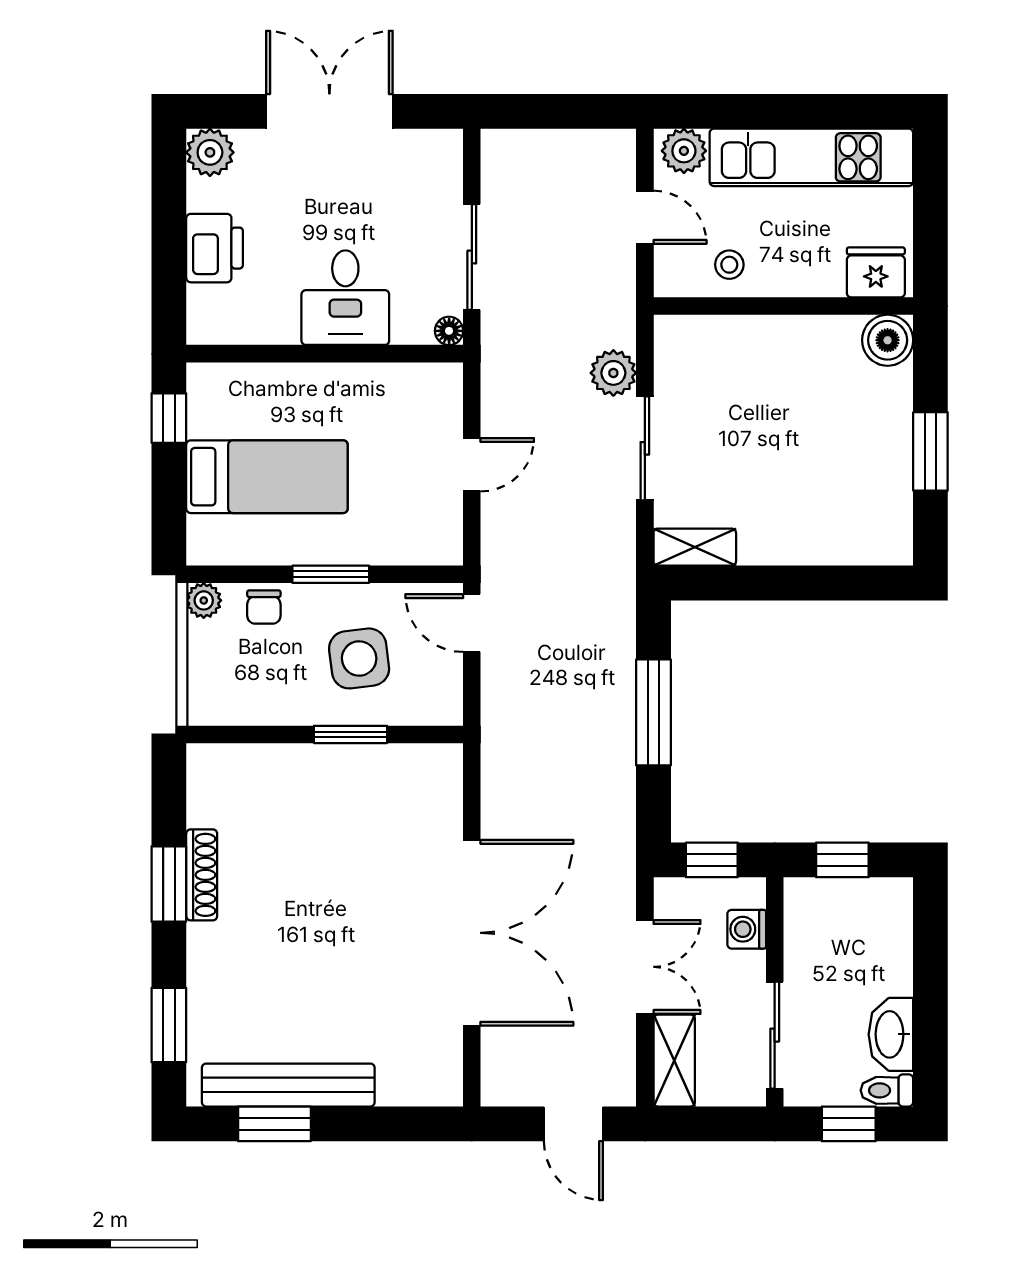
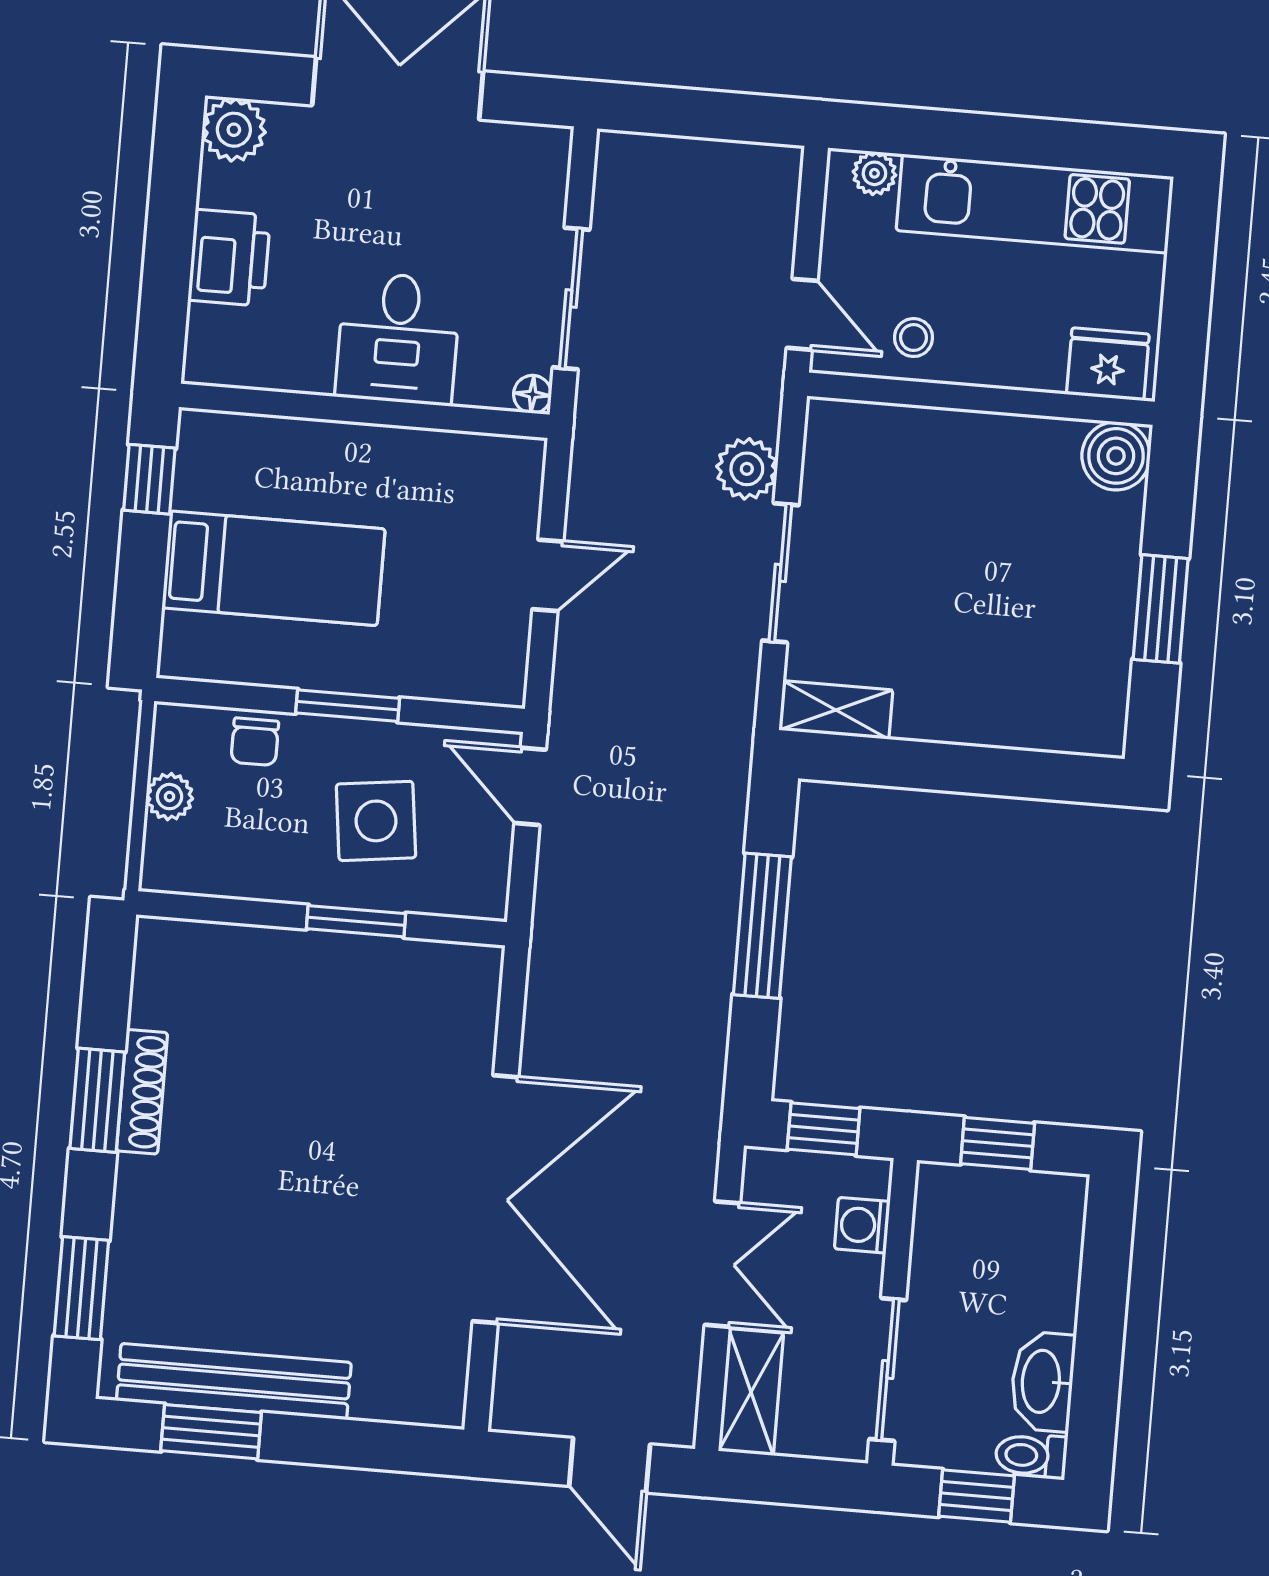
plant: (684, 151) -> (874, 173), width x0.73, depth x0.73
door: (645, 217) -> (802, 314), moved
plant: (204, 600) -> (169, 797), moved

